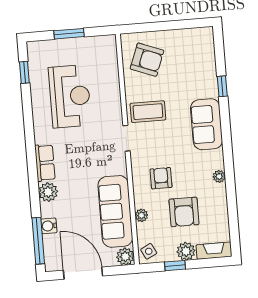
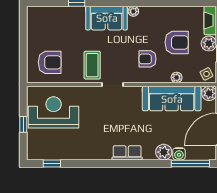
window: (69, 34) -> (23, 124), width x0.67
armchair: (147, 60) -> (50, 62), turned 69
reception desk: (70, 96) -> (54, 112), moved
plant: (219, 176) -> (133, 11), moved
plant: (48, 192) -> (164, 152), moved

